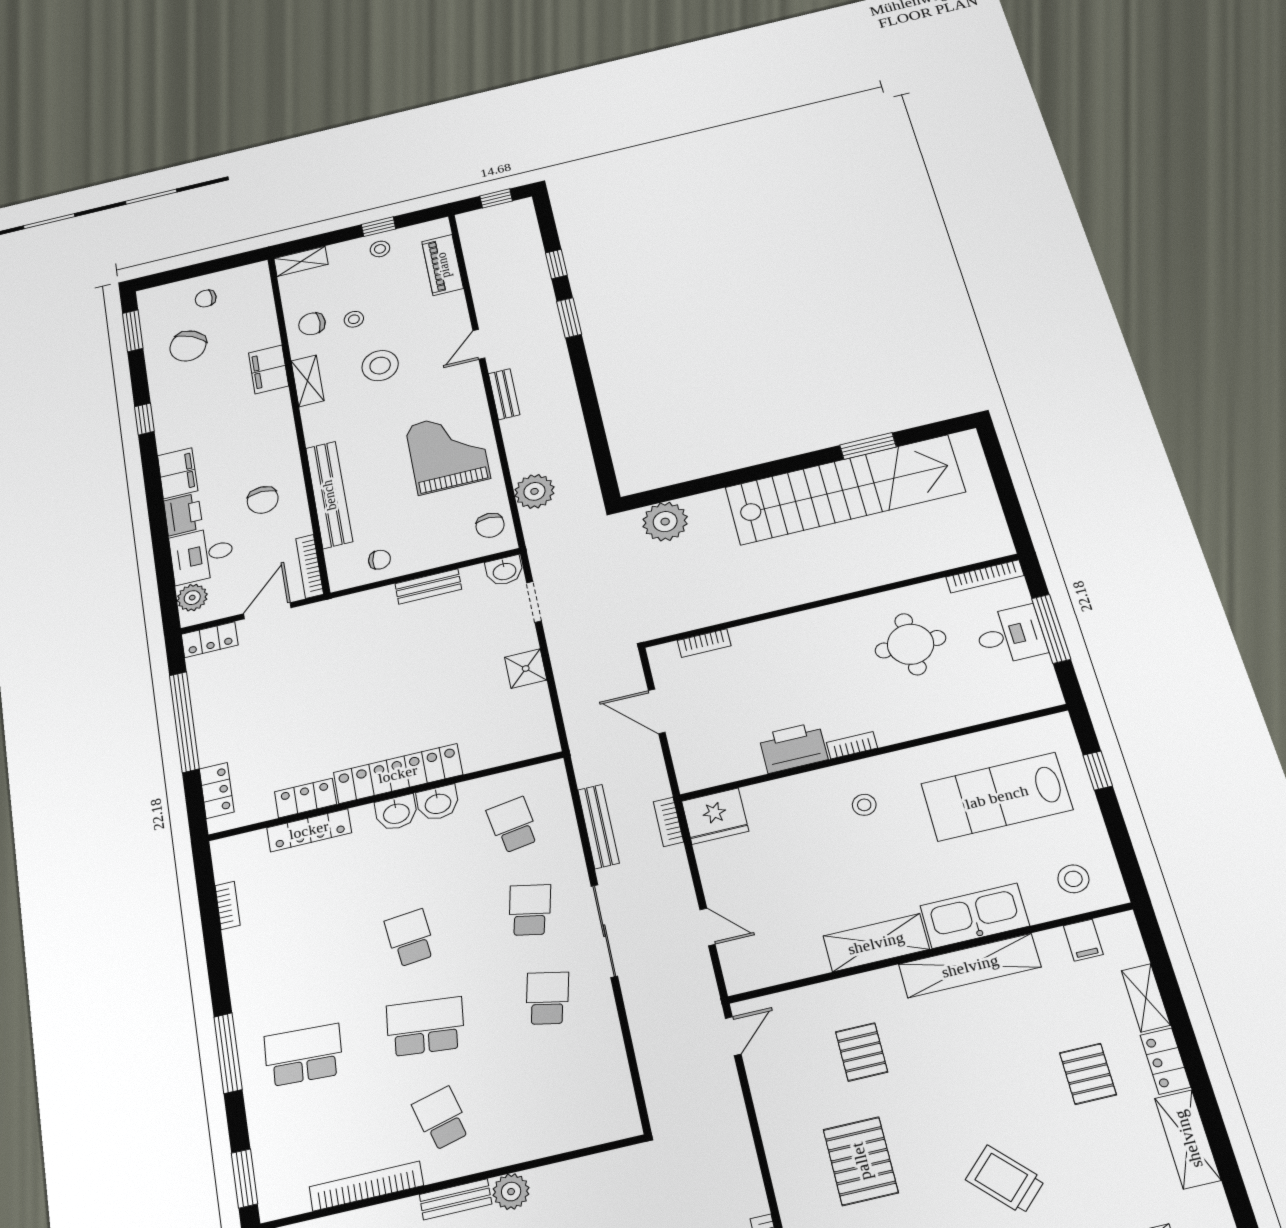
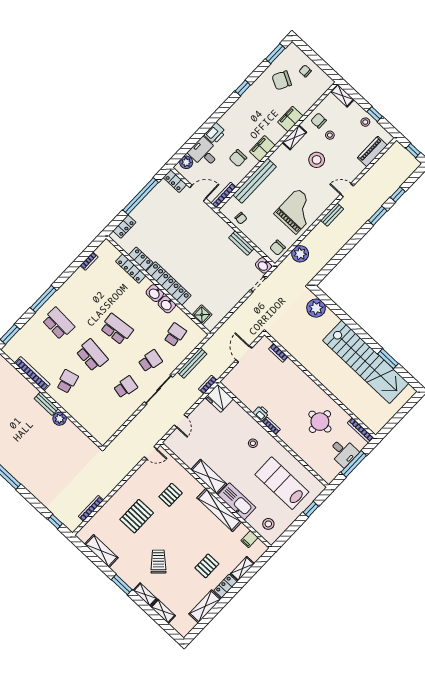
filing cabinet: (178, 473) -> (262, 148), moved, turned 180
shower: (526, 669) -> (202, 315), moved
printer: (793, 747) -> (261, 413), width x0.53, depth x0.68
school desk: (410, 938) -> (117, 329), width x1.85

